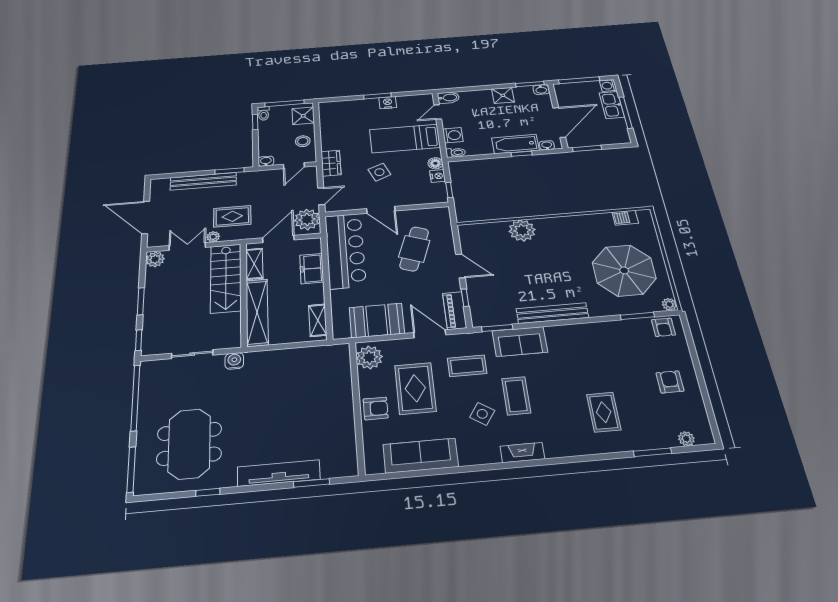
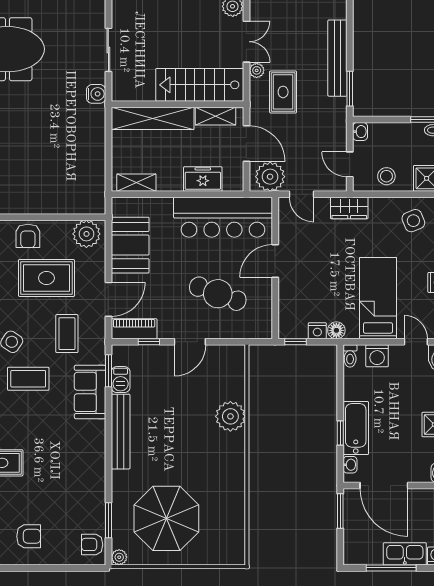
side table: (379, 172) -> (413, 221), moved
barbecue: (625, 218) -> (121, 380), moved, turned 180

